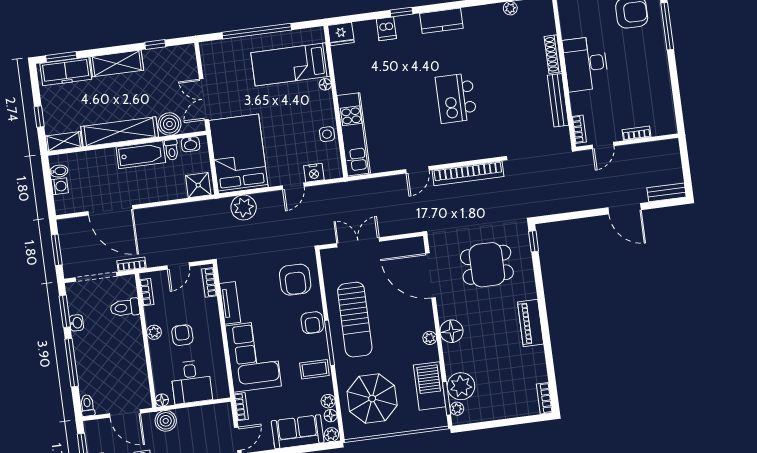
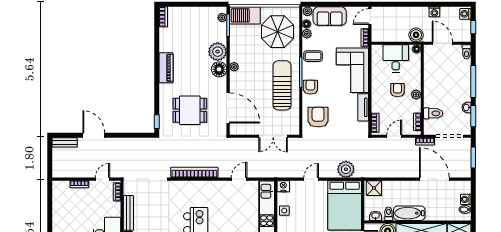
door: (417, 170) -> (239, 179), moved
nightstand: (314, 173) -> (283, 186), moved
armchair: (182, 335) -> (398, 90), turned 180
barbecue: (430, 386) -> (245, 15), moved, turned 90
plant: (461, 386) -> (218, 52), moved

